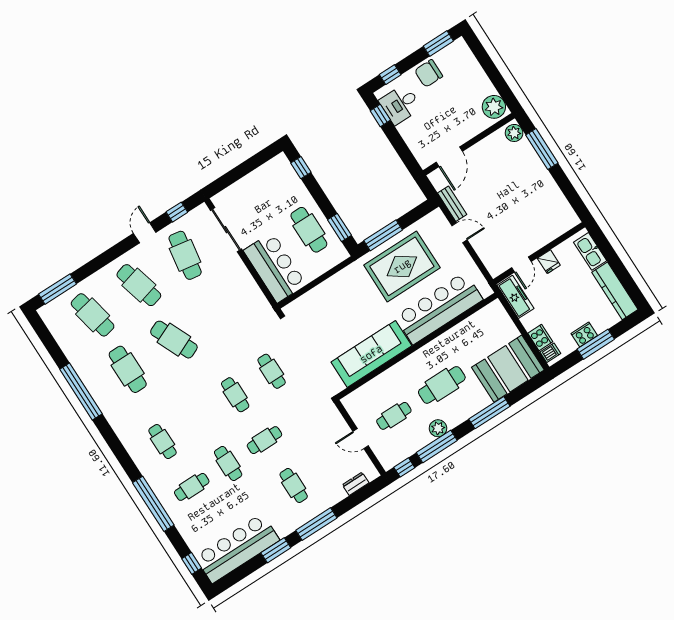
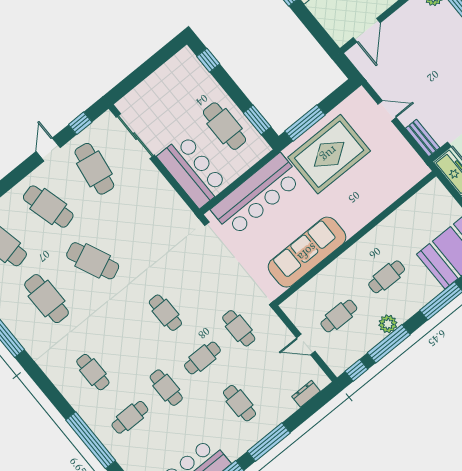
bench: (452, 204) -> (423, 138), moved
bar counter: (439, 308) -> (257, 195), moved, turned 180
cafe table: (272, 371) -> (239, 328), moved
cafe table: (442, 385) -> (387, 277), width x0.73, depth x0.74

